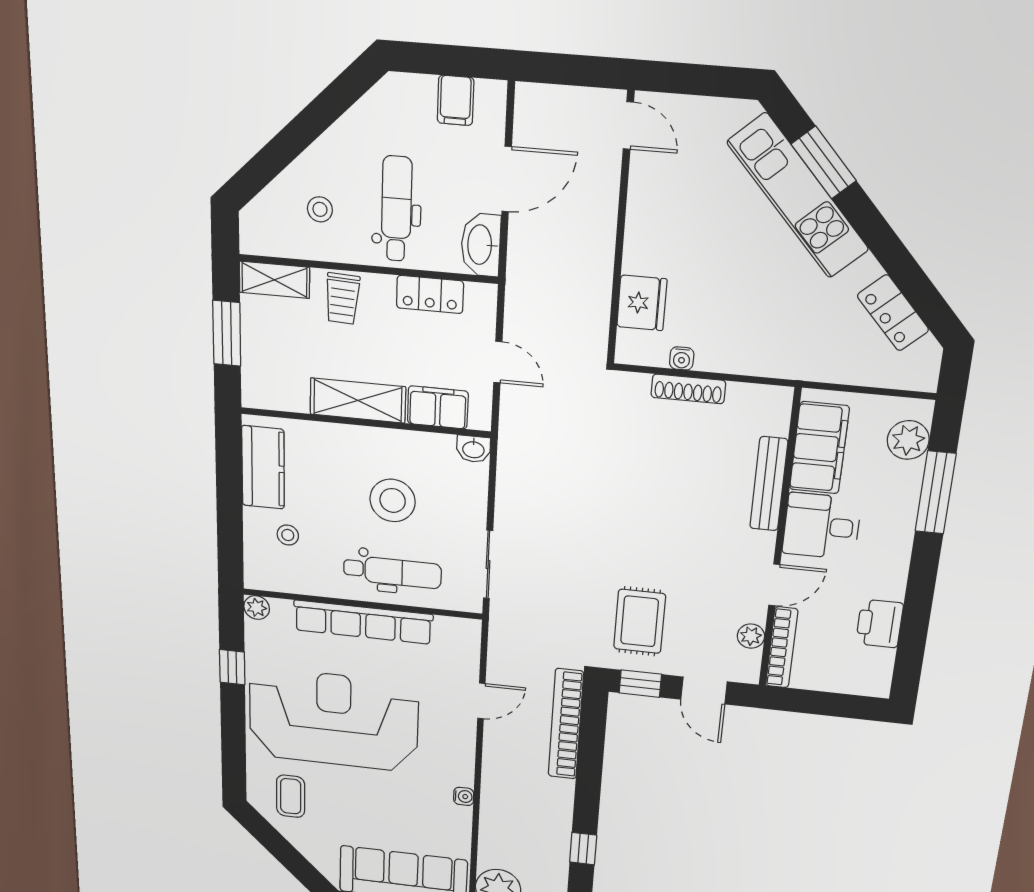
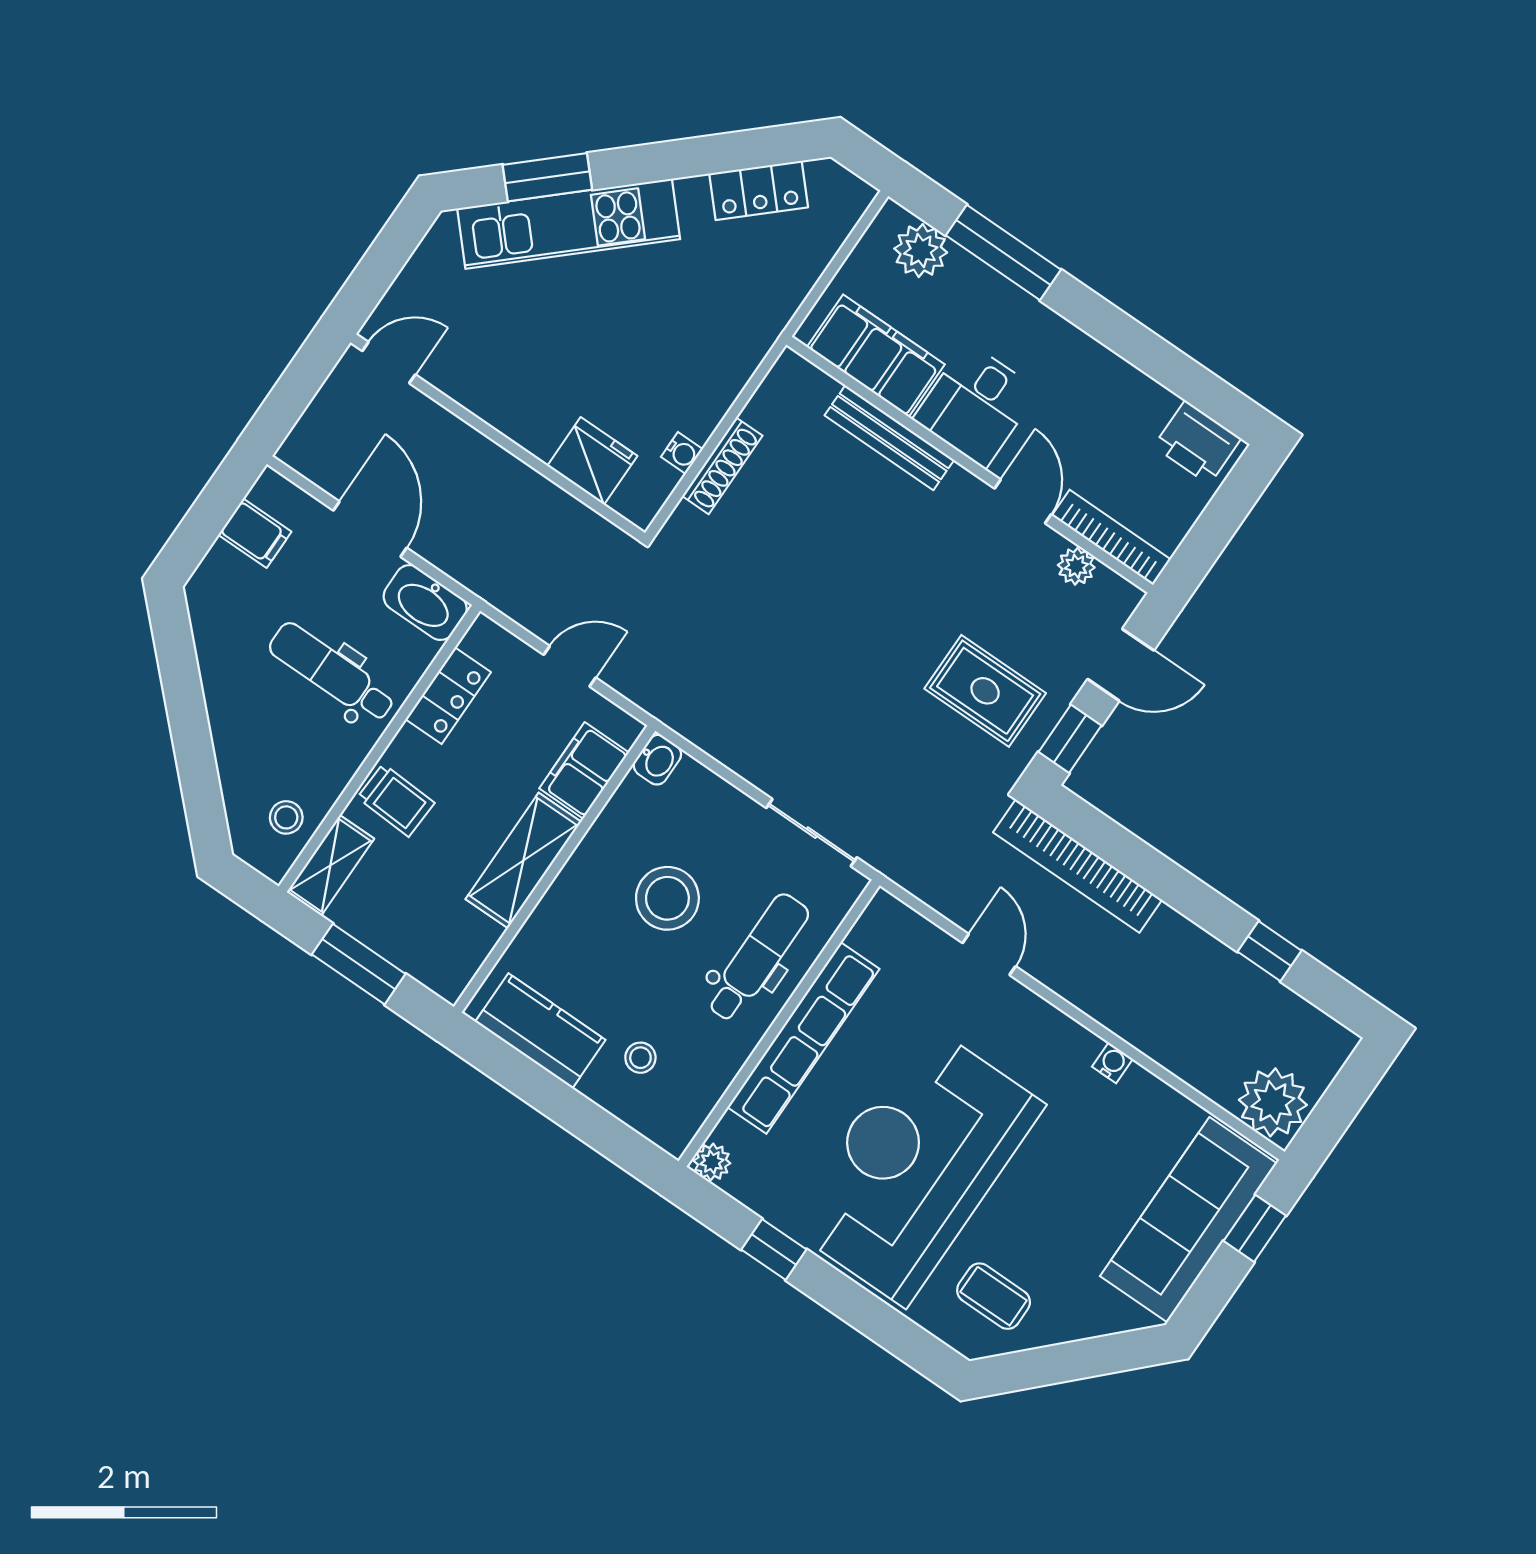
stool: (320, 209) -> (286, 817), moved
printer: (879, 624) -> (1197, 442), moved

